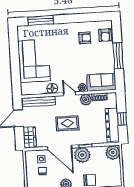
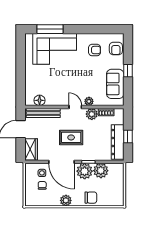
window: (118, 56) -> (128, 71), width x0.46
corner sofa: (34, 61) -> (55, 49), moved, turned 90
sofa: (101, 82) -> (115, 84), moved, turned -90
floor lamp: (52, 88) -> (40, 100), moved
plant: (113, 153) -> (101, 171), moved

